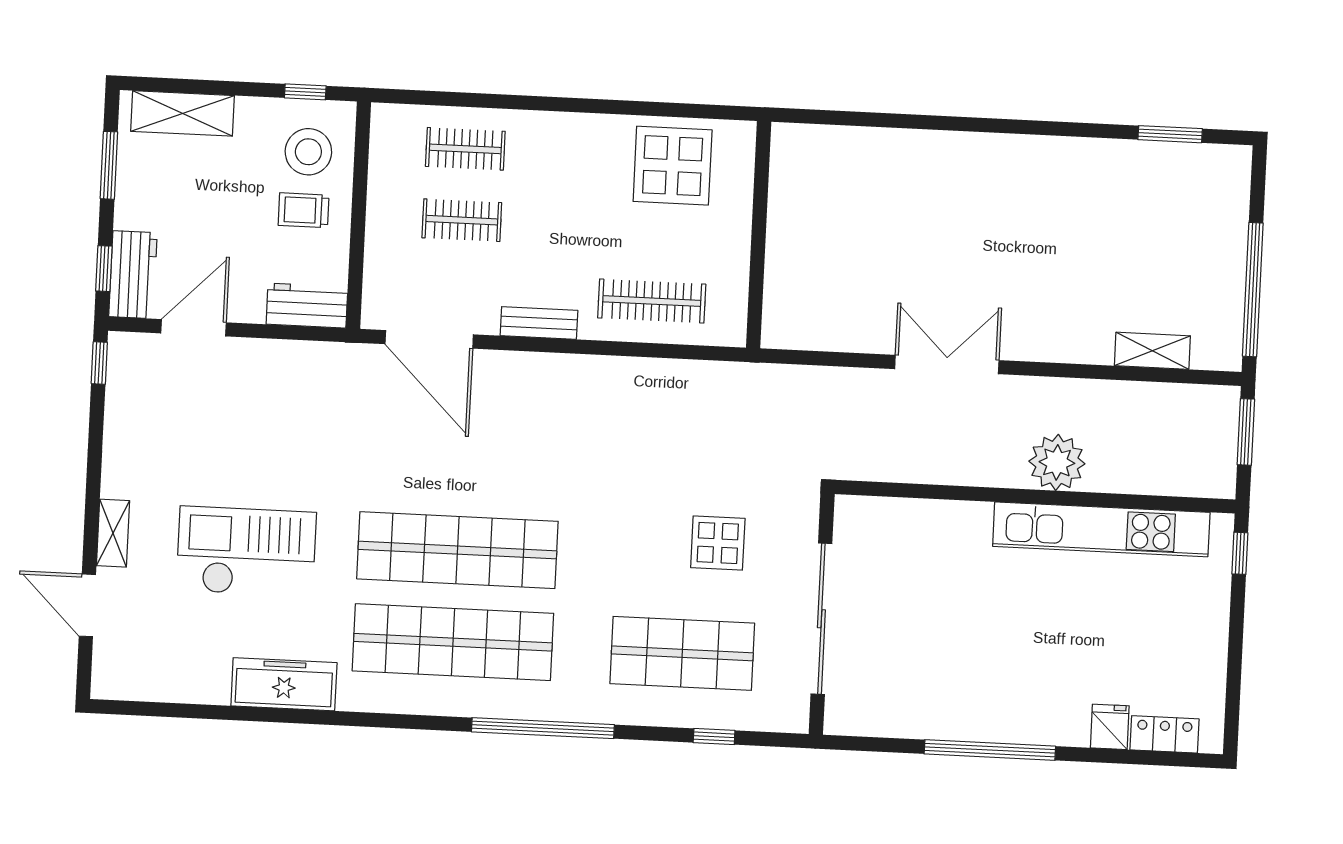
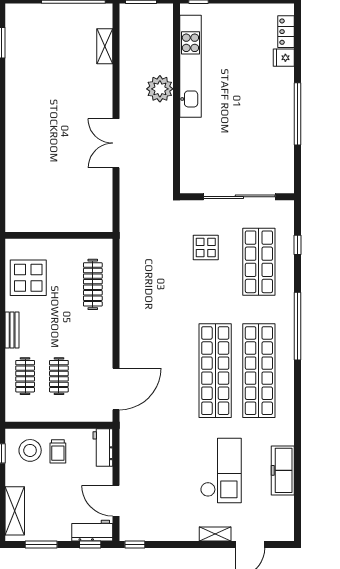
bench: (539, 323) -> (12, 330), moved
checkout: (246, 552) -> (221, 471), turned 180
freezer: (284, 684) -> (283, 470), moved

